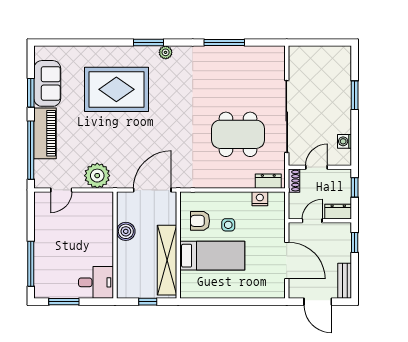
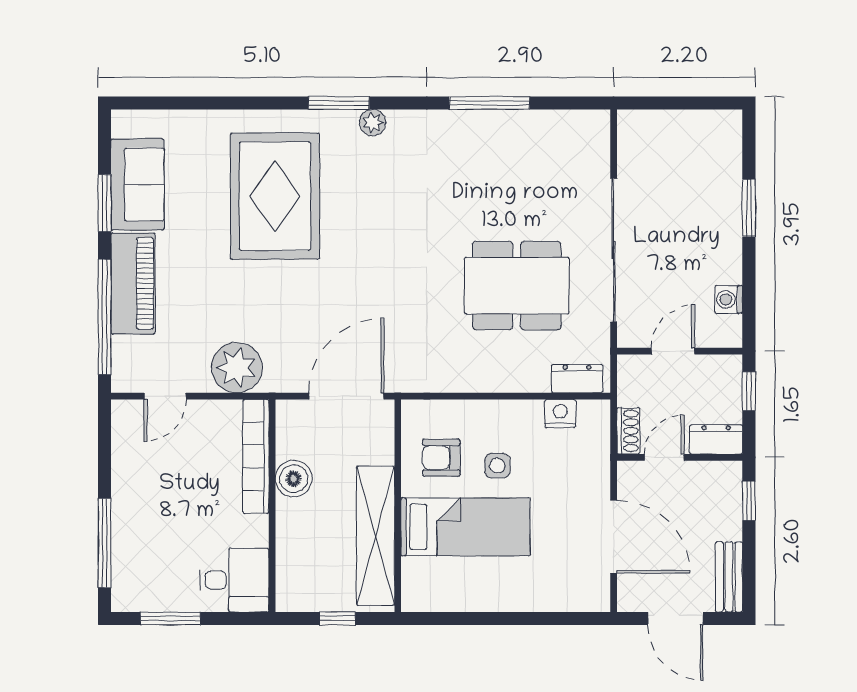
rug: (116, 89) -> (275, 196), turned 90
shoe rack: (294, 181) -> (628, 431), moved
bookcase: (107, 220) -> (256, 456), added

